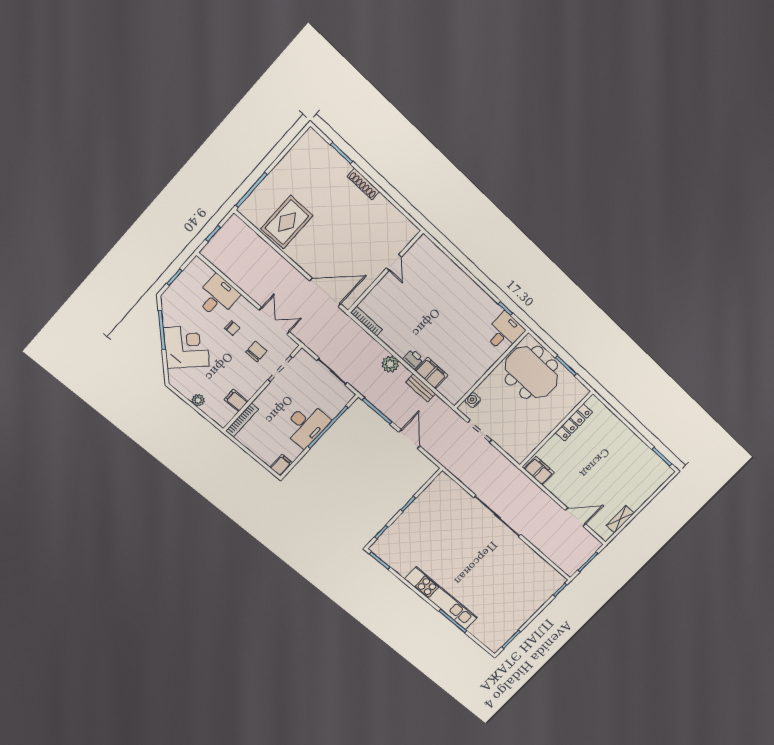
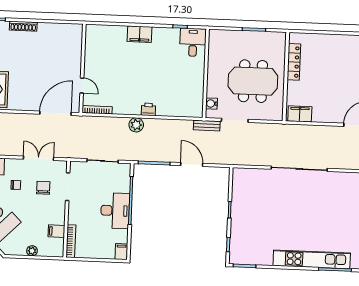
door: (394, 262) -> (82, 85), moved
meeting table: (531, 372) -> (253, 81), moved
filing cabinet: (431, 373) -> (140, 34), moved, turned 180
bench: (421, 388) -> (207, 126), moved

